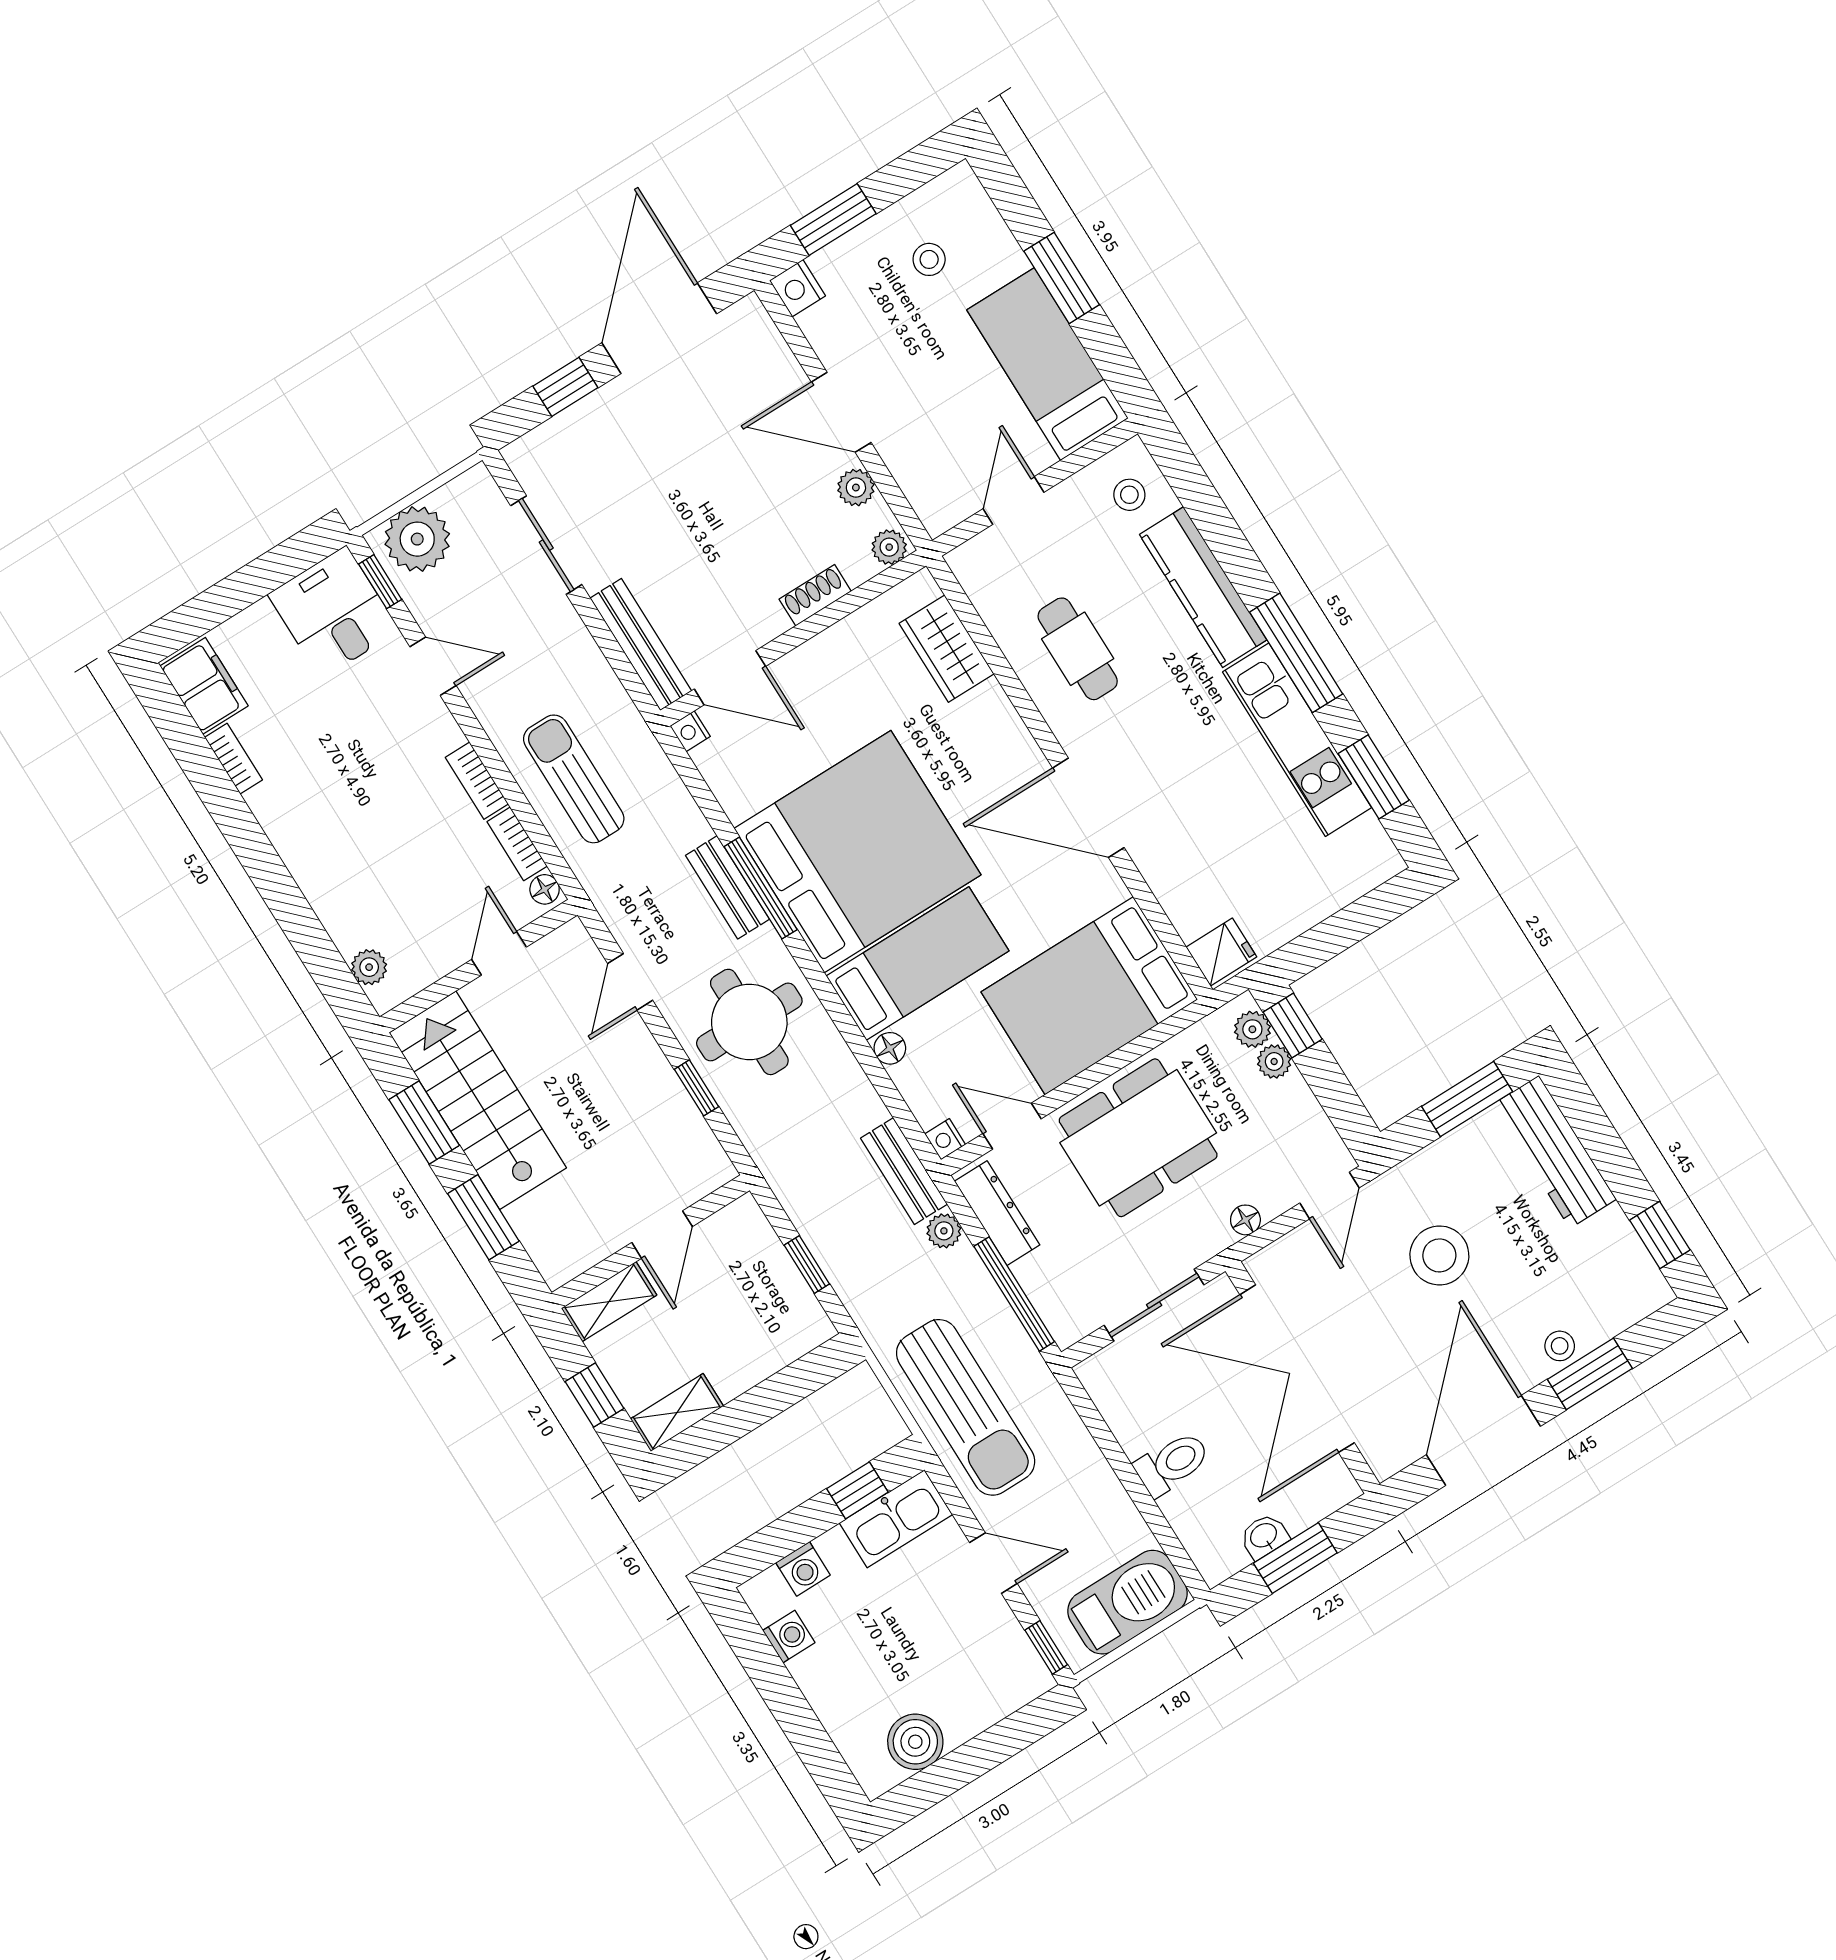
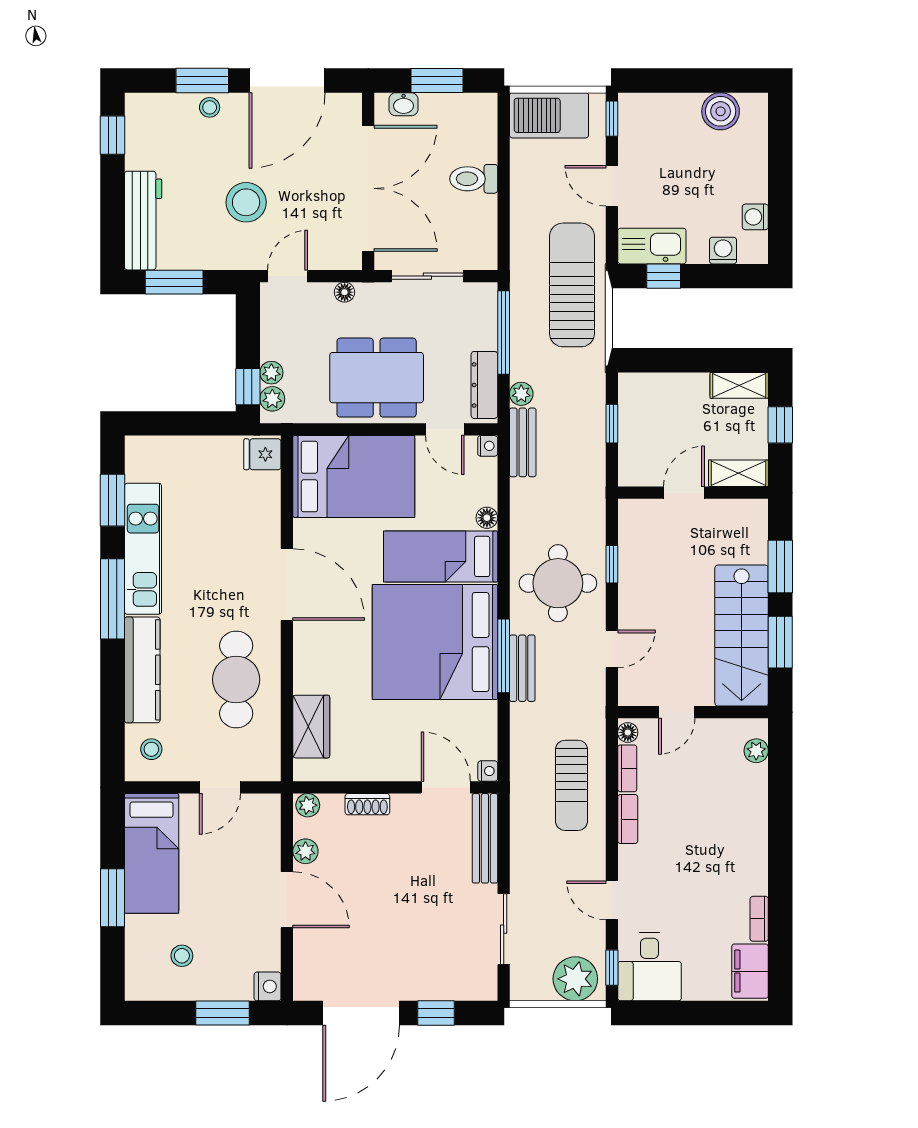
cafe table: (1078, 649) -> (236, 679), width x1.37, depth x1.35
washbasin: (1264, 1536) -> (404, 104), moved

